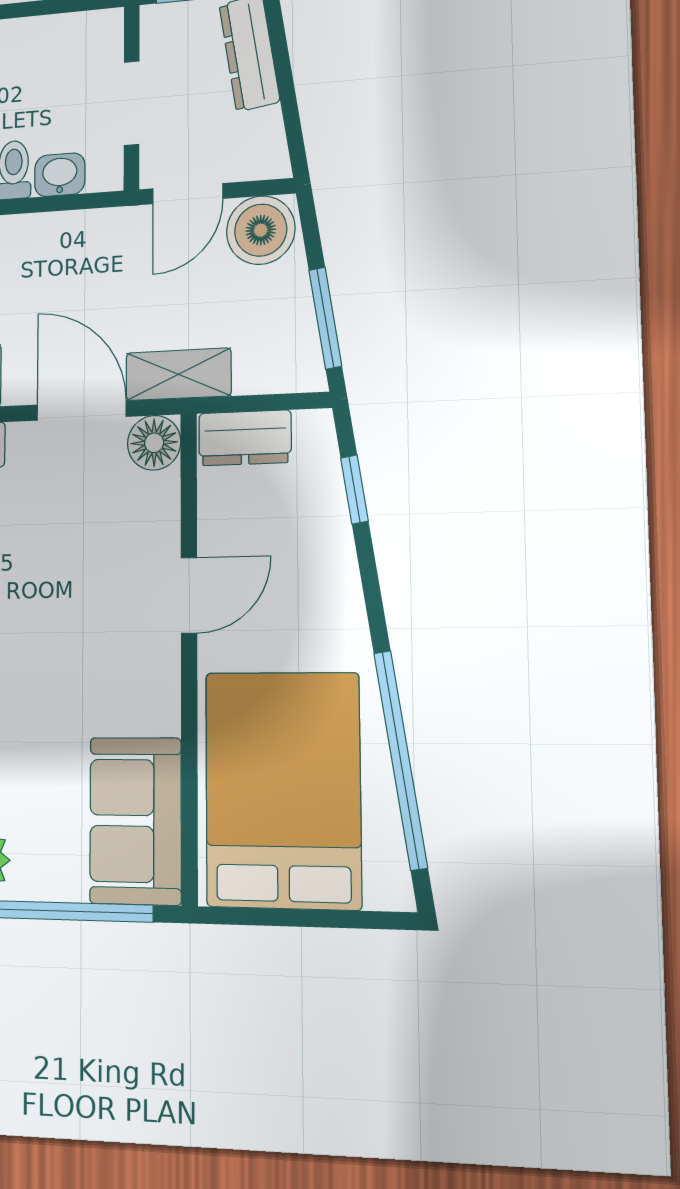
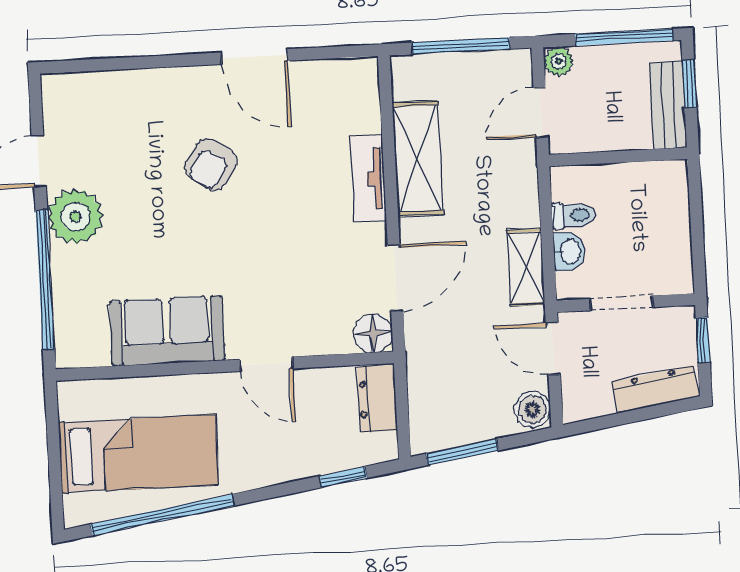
boiler: (261, 230) -> (532, 409), width x0.73, depth x0.73
shelving: (178, 374) -> (526, 267), moved
bed: (283, 790) -> (139, 454), width x0.67
sofa: (135, 821) -> (167, 331), moved

